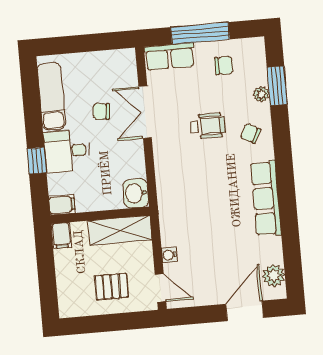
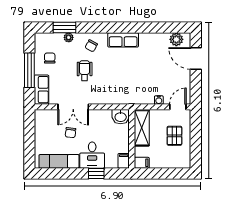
row of seats: (266, 198) -> (123, 40), width x0.68

